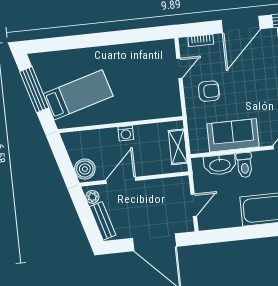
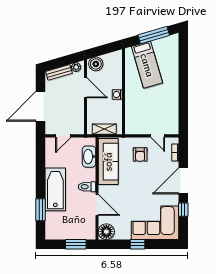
door: (241, 25) -> (183, 181), hinge flipped
sofa: (233, 135) -> (108, 162), width x1.36
toilet: (245, 165) -> (87, 187), moved
door: (194, 205) -> (63, 136), hinge flipped

